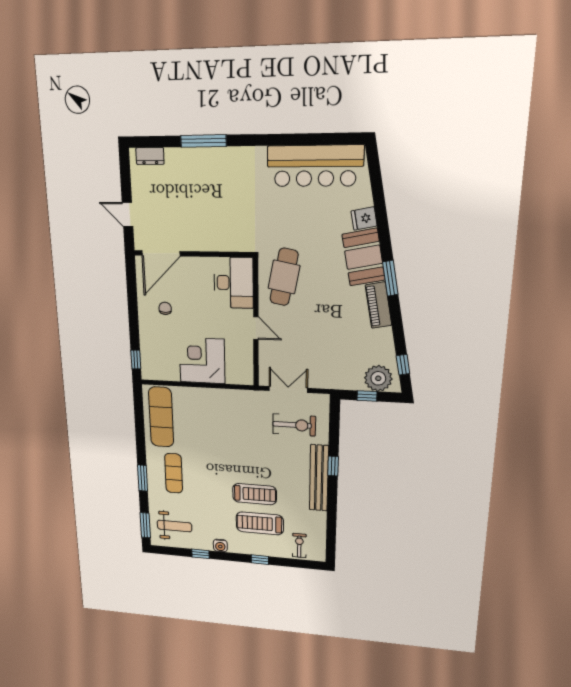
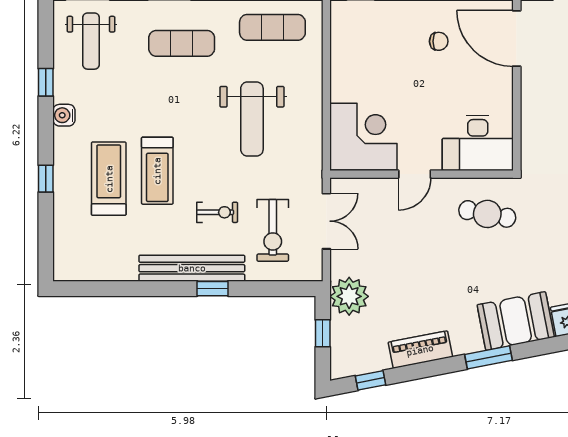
cafe table: (284, 277) -> (487, 214), width x0.73, depth x0.74
piano: (378, 305) -> (420, 350), moved
corner desk: (202, 361) -> (363, 137), moved
plant: (378, 378) -> (349, 296), moved
exercise mat: (161, 417) -> (272, 27), width x0.73, depth x0.69
weight bench: (220, 434) -> (252, 119), added
exercise bike: (299, 546) -> (217, 212), moved

